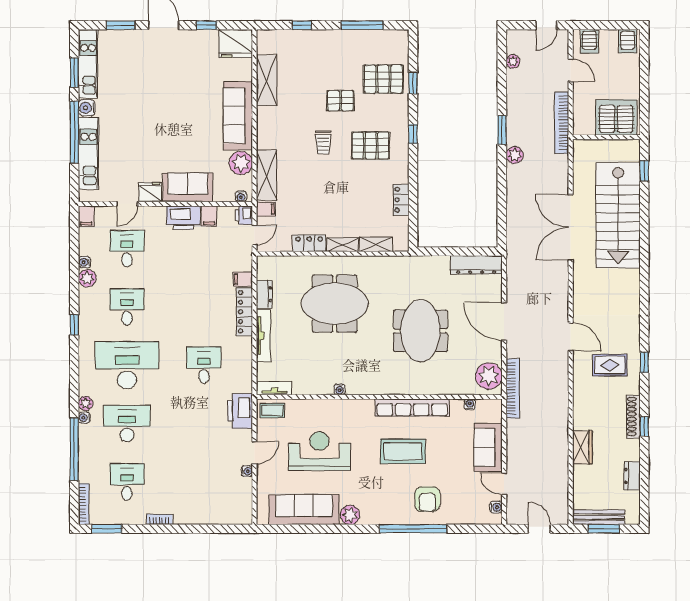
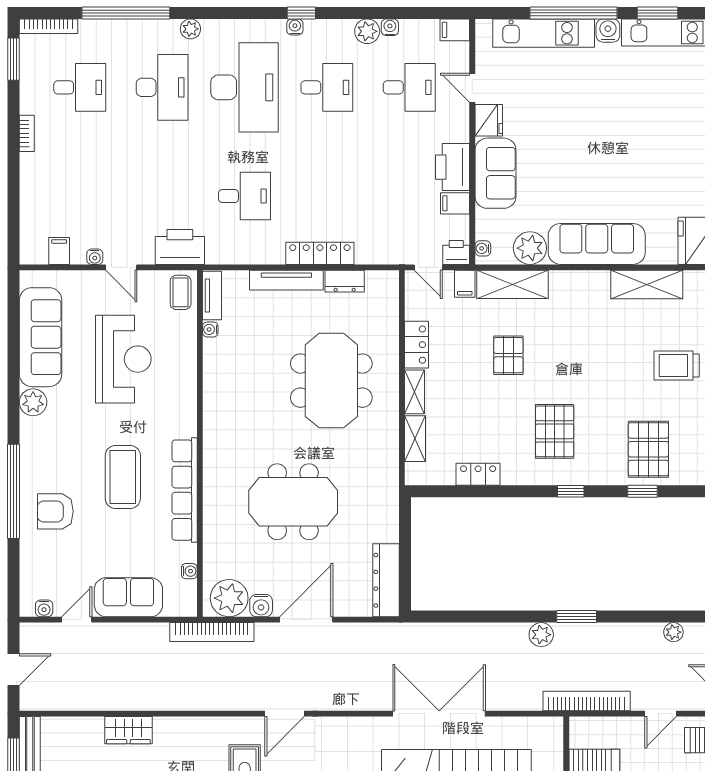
pallet: (340, 101) -> (508, 355), moved
trolley: (323, 142) -> (677, 366), moved, width x1.36, depth x1.39
filing cabinet: (243, 279) -> (59, 251), moved
water cooler: (494, 353) -> (261, 606), added
water cooler: (340, 389) -> (210, 329), moved
water cooler: (84, 418) -> (295, 27), moved

